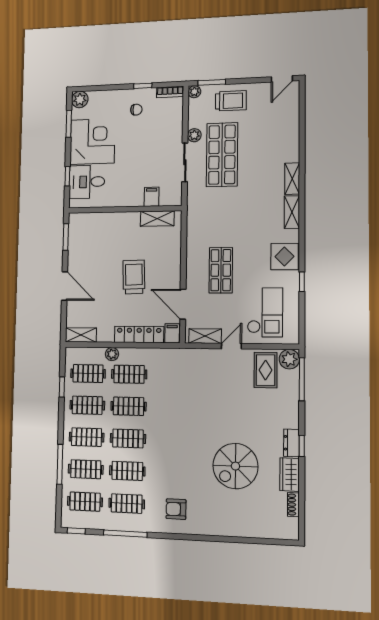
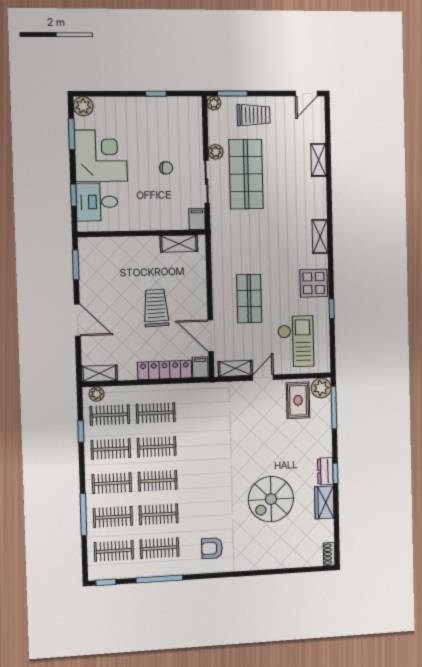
bookcase: (170, 92) -> (187, 102), removed
chair: (136, 110) -> (166, 168), moved
shelving: (292, 179) -> (318, 160), moved
filing cabinet: (152, 197) -> (197, 219), moved
plant: (112, 354) -> (97, 394), moved
shoe rack: (293, 505) -> (329, 554), moved

